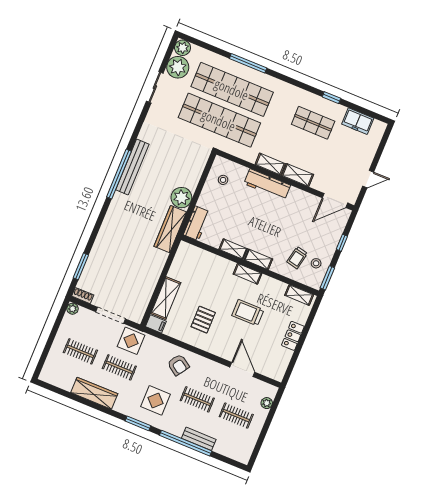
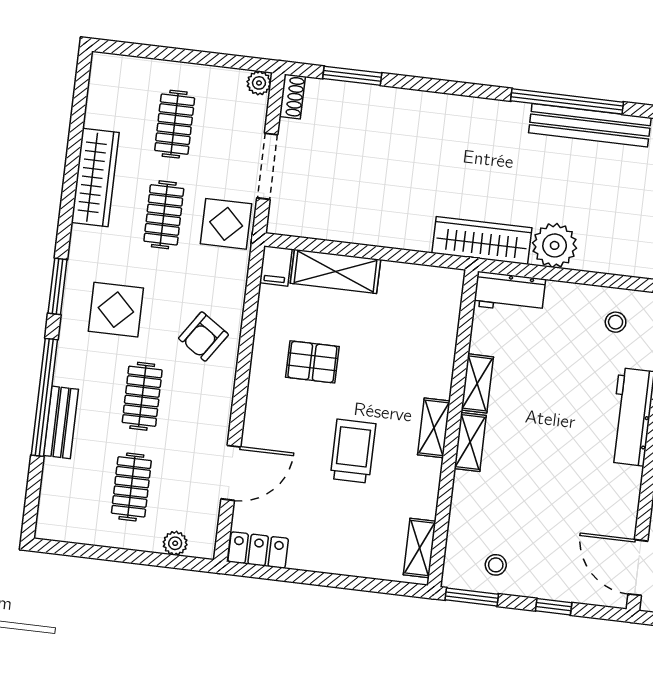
trolley: (297, 258) -> (497, 522), removed
locker: (293, 336) -> (258, 550), moved

